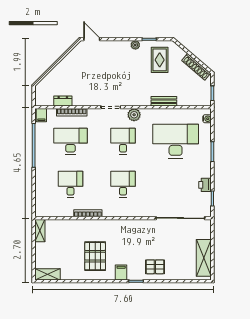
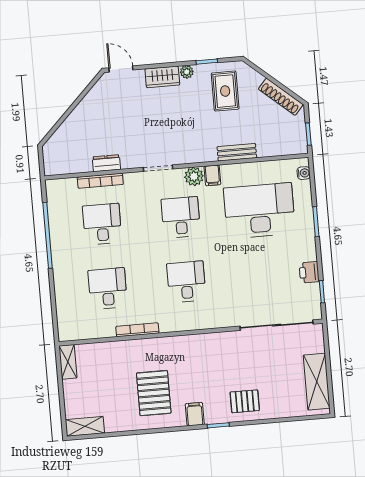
wardrobe: (119, 47) -> (162, 77), added
dresser: (63, 101) -> (106, 163), moved
filing cabinet: (41, 115) -> (212, 175), moved
desk: (70, 141) -> (102, 224), width x0.73

